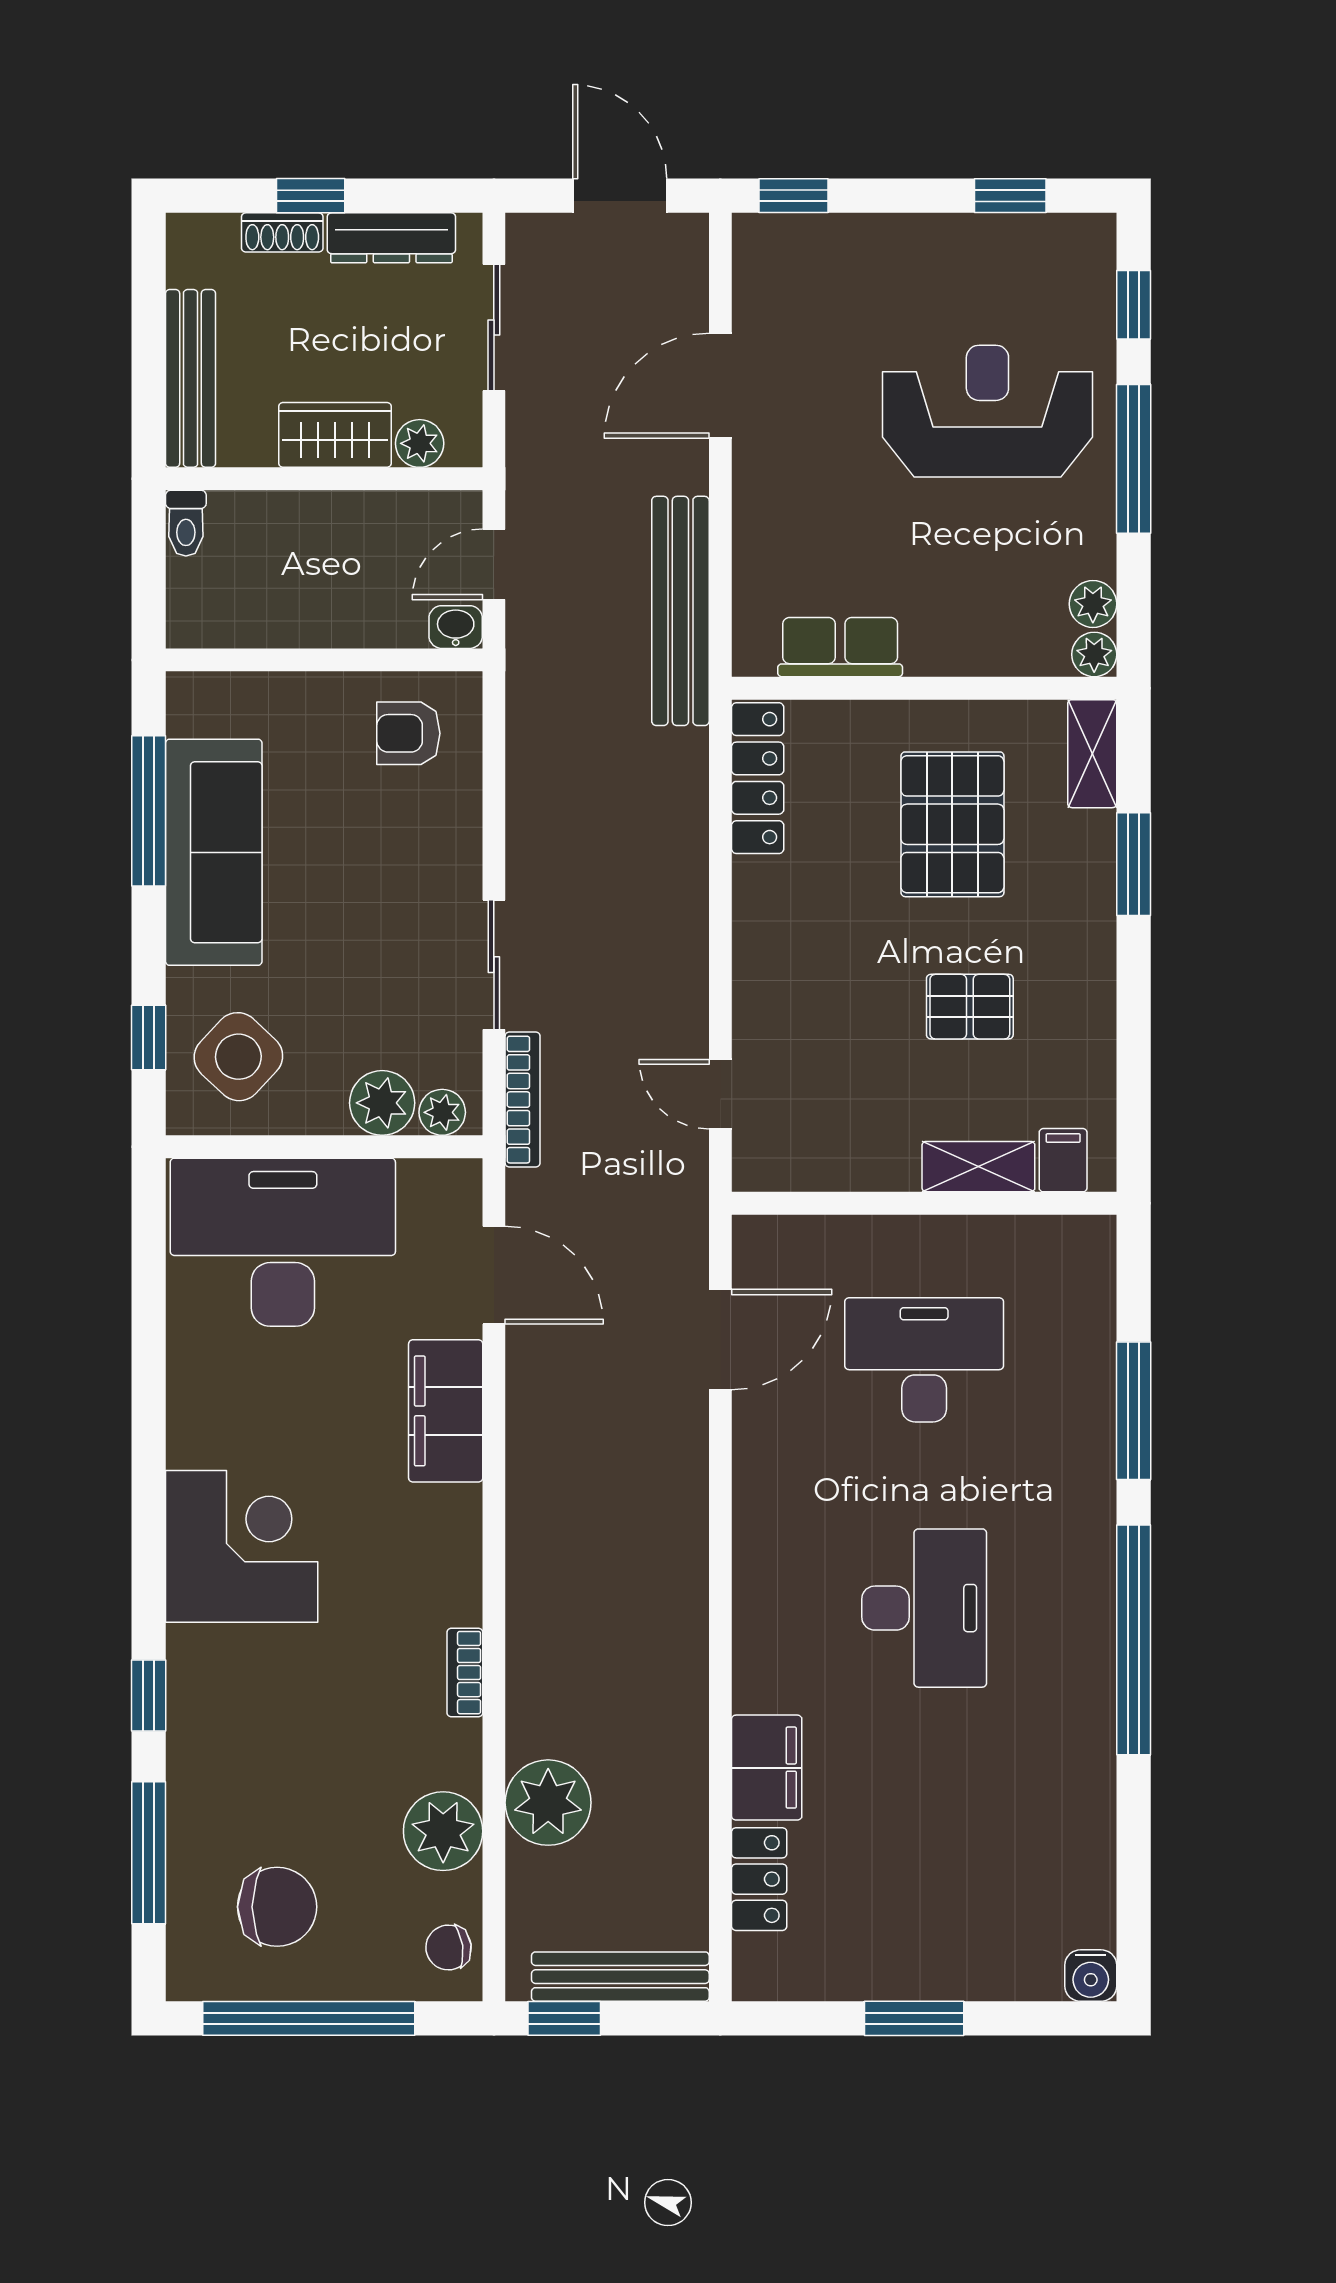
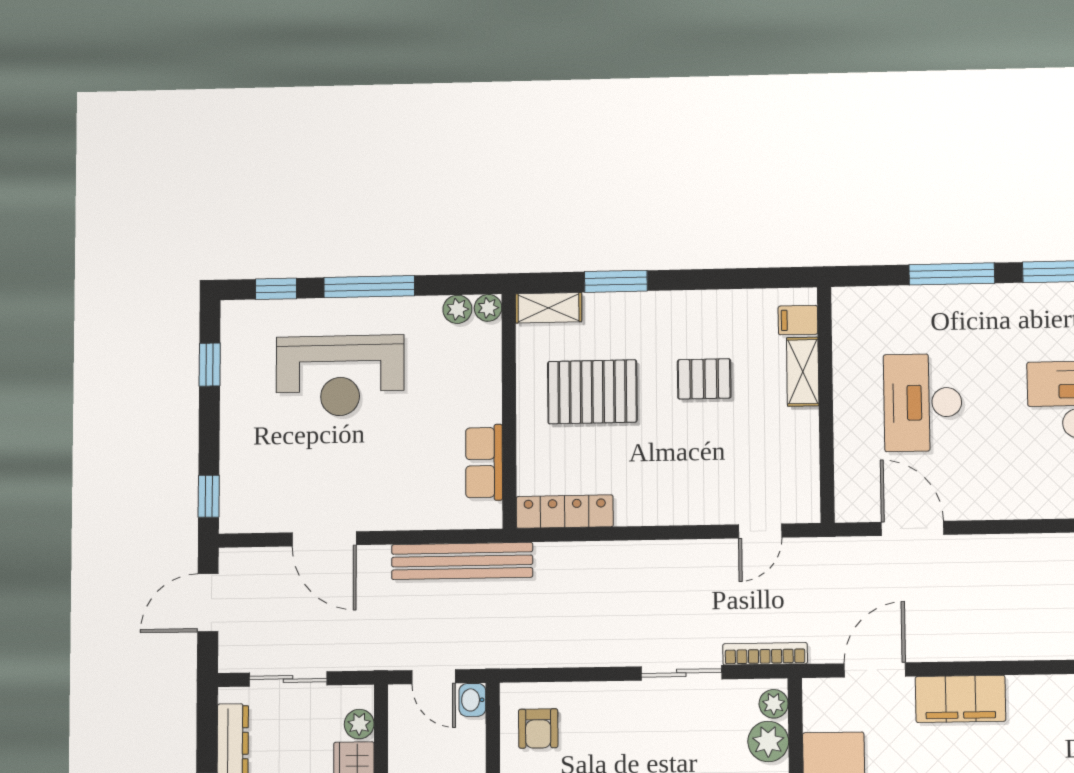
reception desk: (987, 411) -> (340, 376), turned -90
pallet: (970, 1007) -> (704, 379), turned 90

